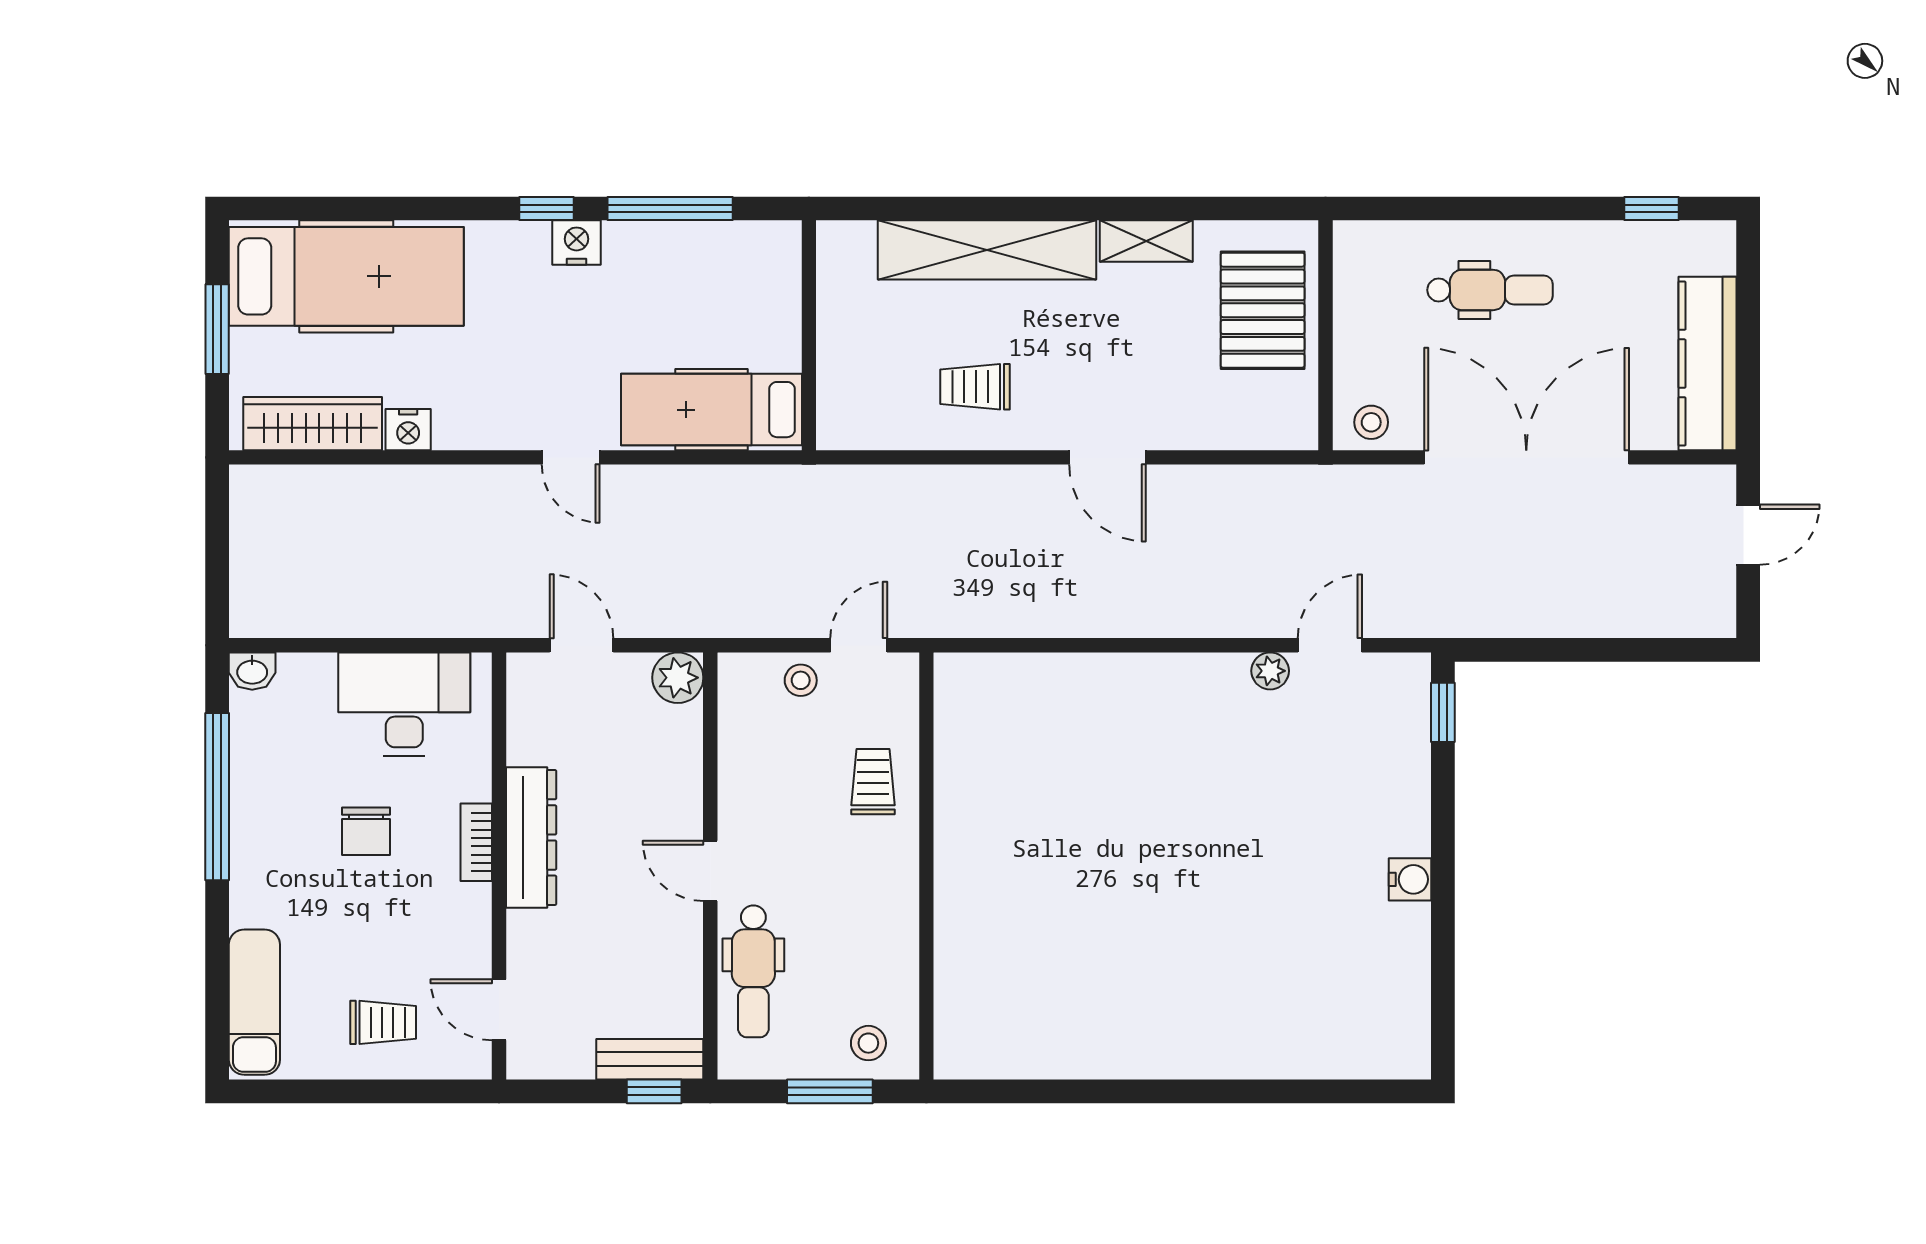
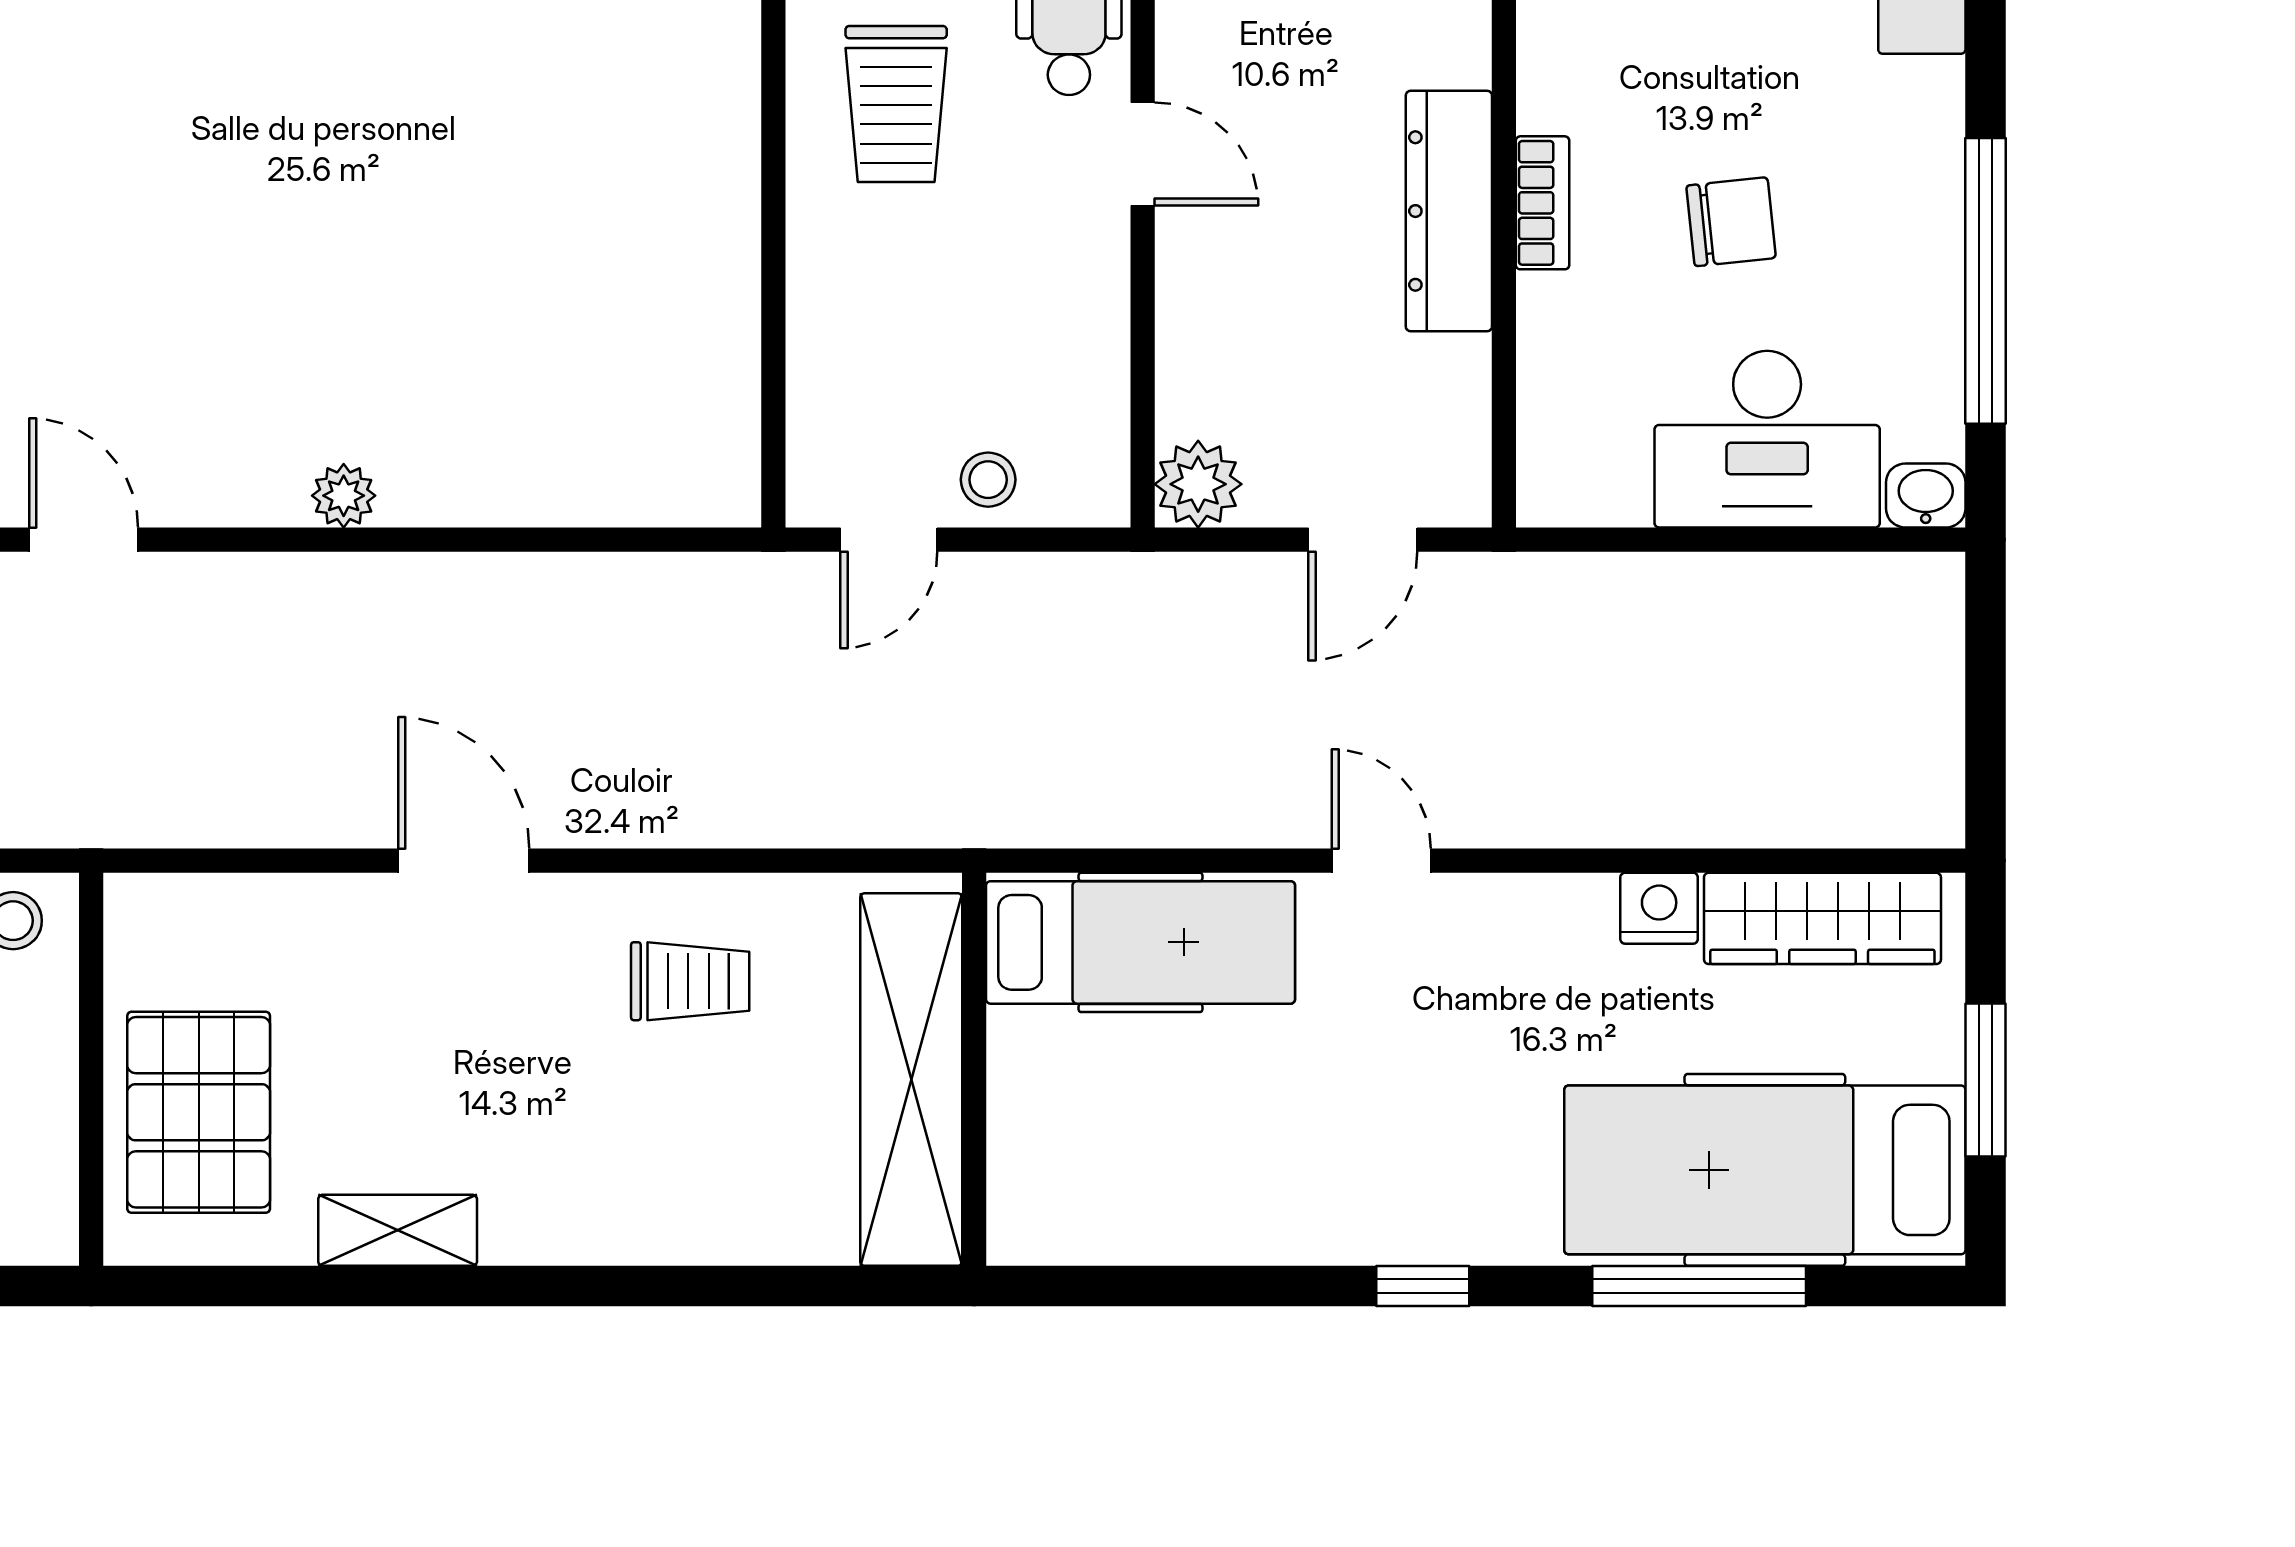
window: (670, 209) -> (1699, 1286), moved
nightstand: (576, 243) -> (1371, 1228), removed
shelving: (987, 250) -> (911, 1080), moved, turned 90
door: (581, 645) -> (1363, 540), hinge flipped
door: (1330, 645) -> (84, 540), swing flipped
plant: (1270, 671) -> (344, 496), moved
desk: (404, 704) -> (1767, 439), moved
trolley: (873, 782) -> (896, 104), moved, width x1.36, depth x1.39
chair: (366, 831) -> (1731, 222), turned 84

